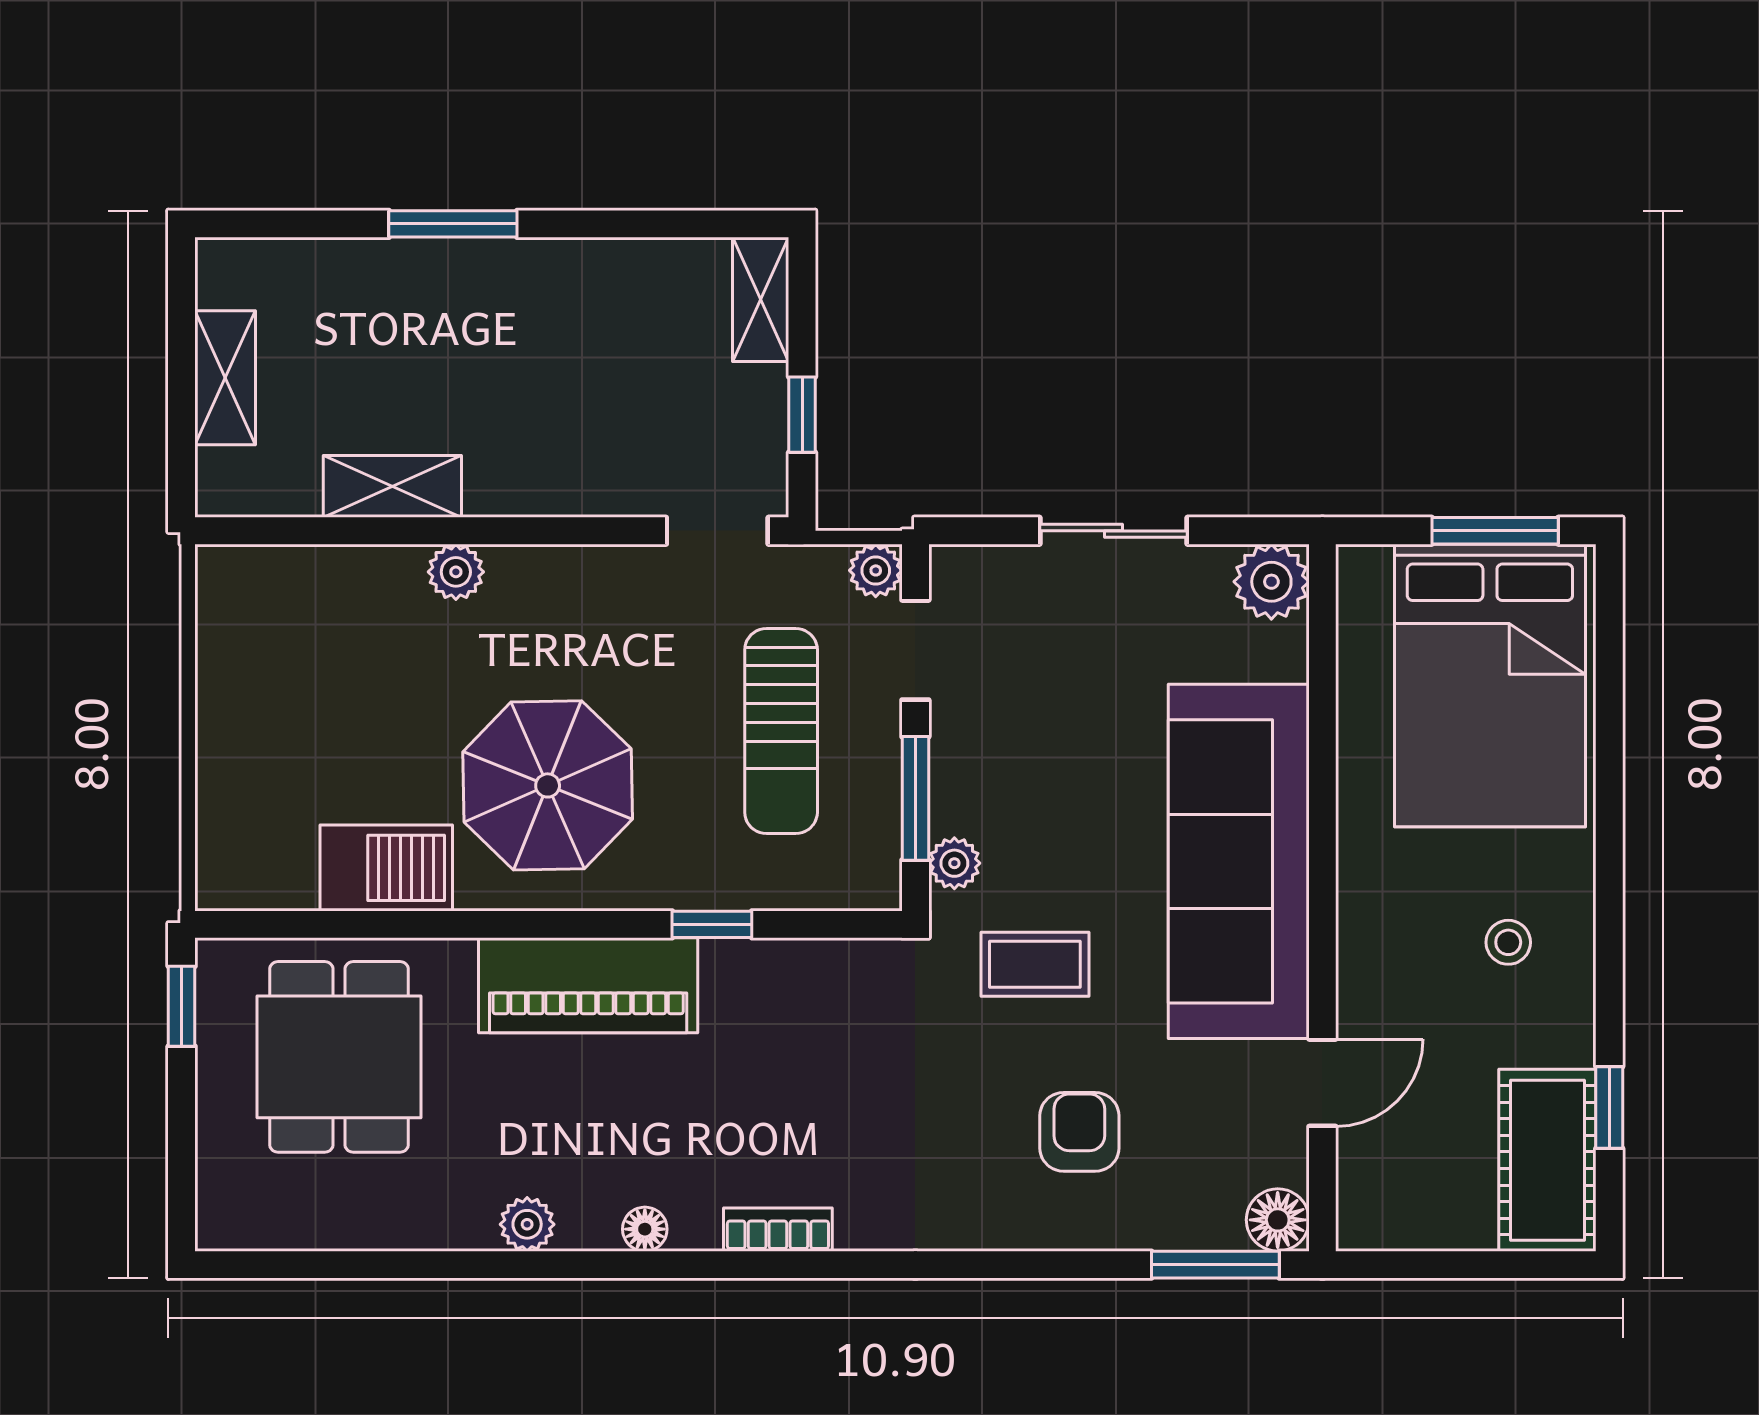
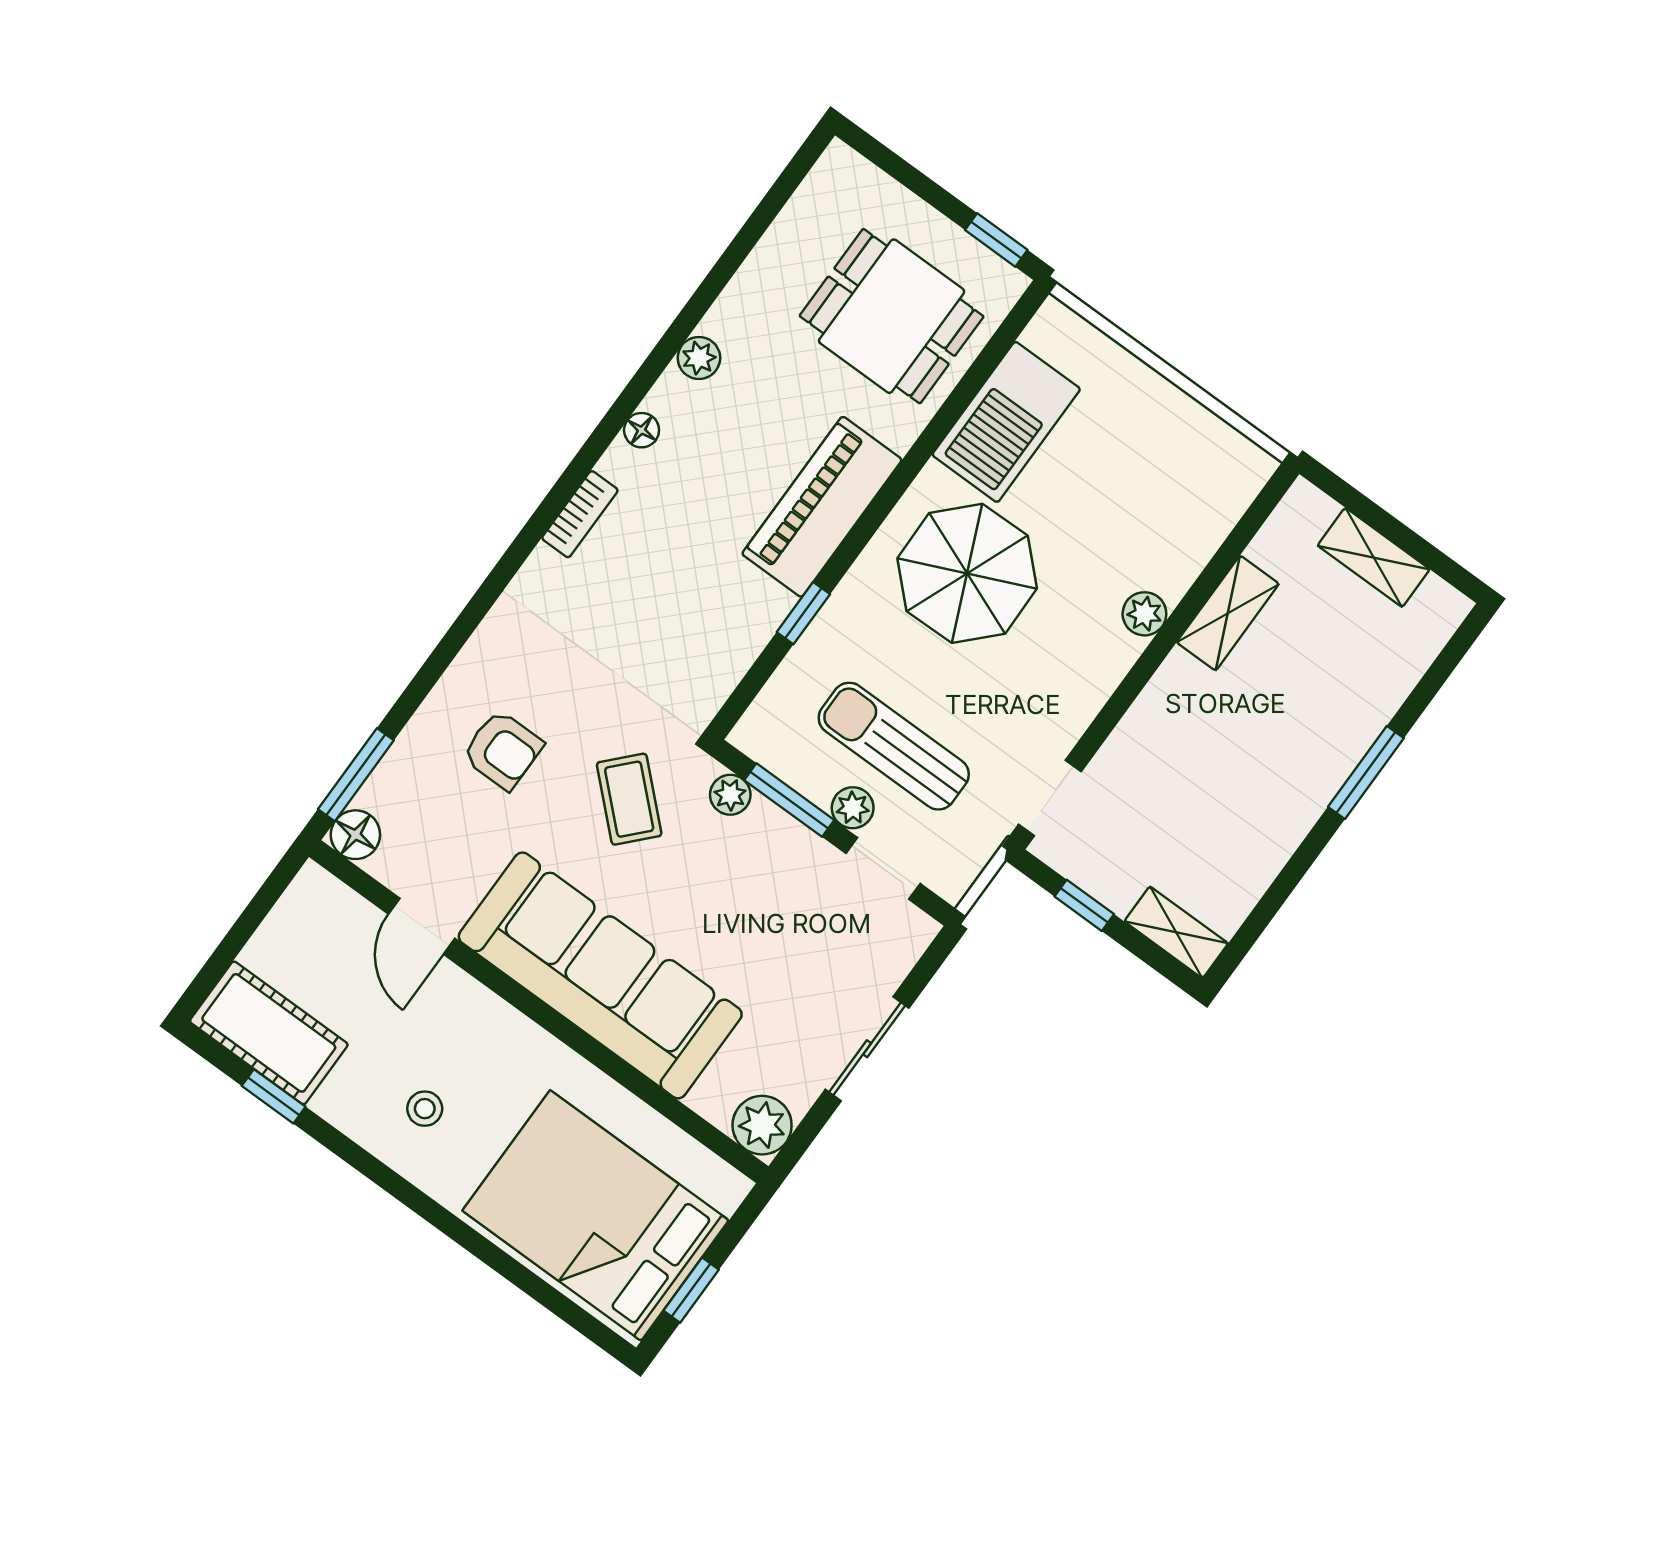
window: (1495, 531) -> (691, 1290), width x0.67
plant: (876, 570) -> (853, 808), moved
barbecue: (386, 868) -> (1006, 422), width x1.37, depth x1.21
coffee table: (1035, 964) -> (629, 799), turned -47

